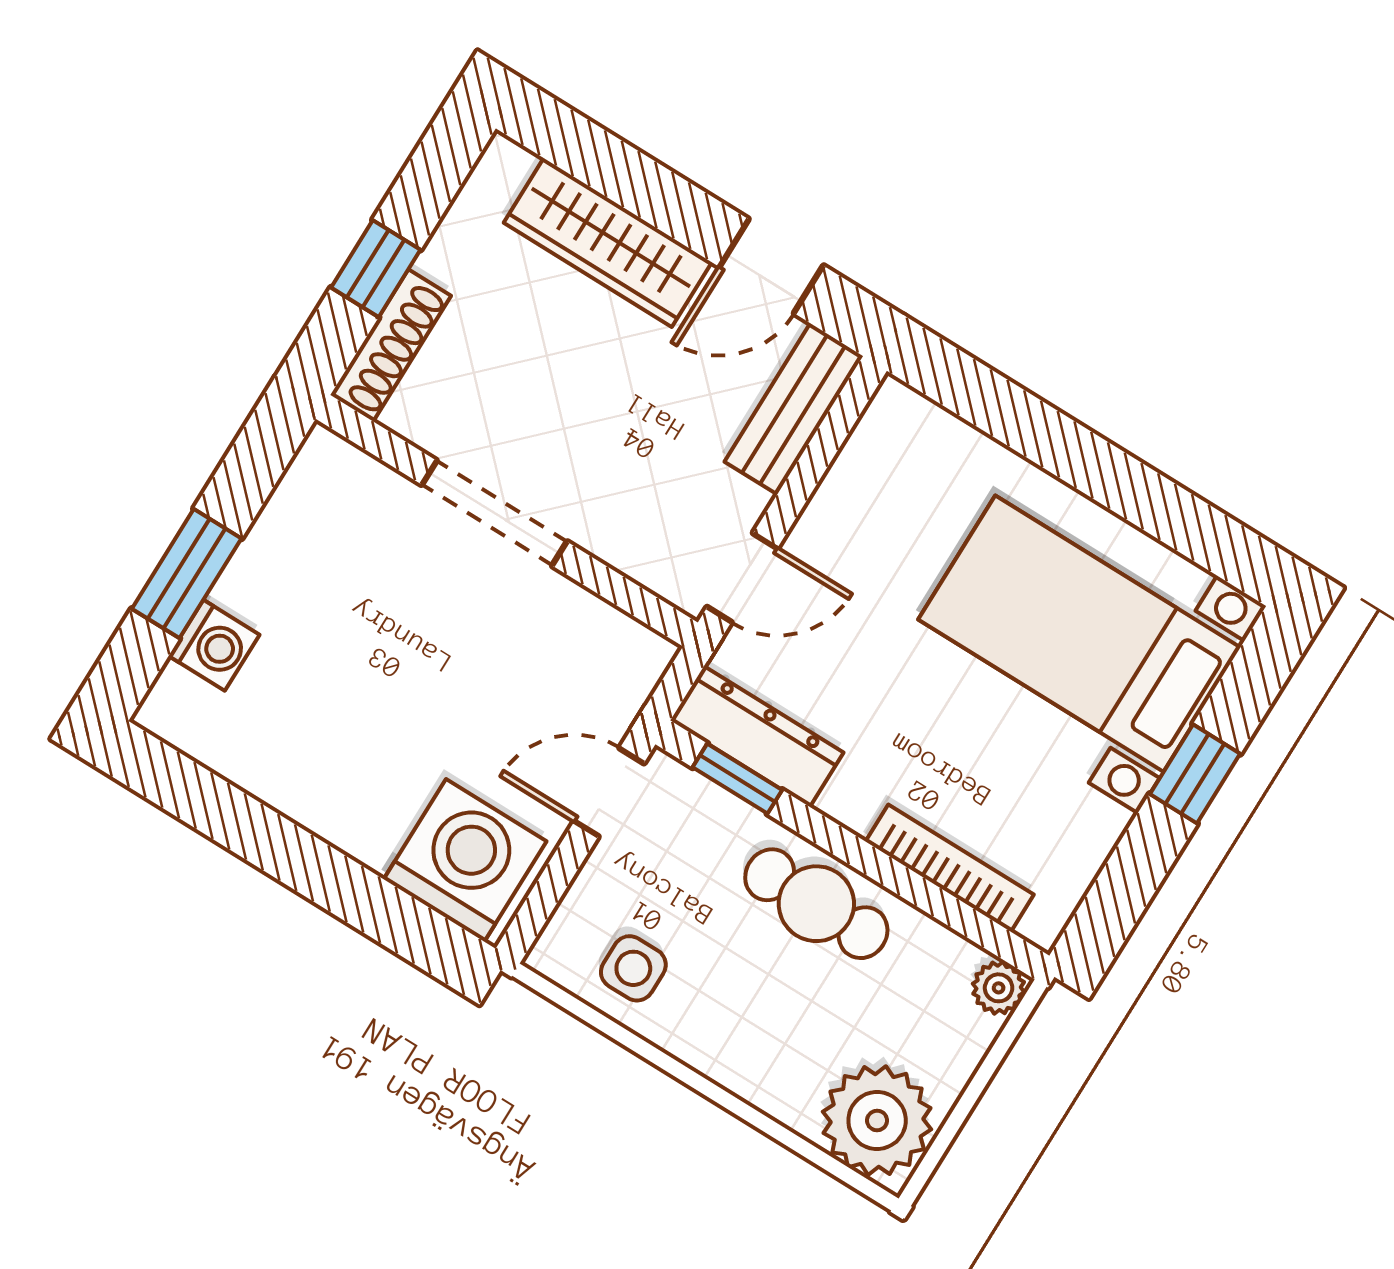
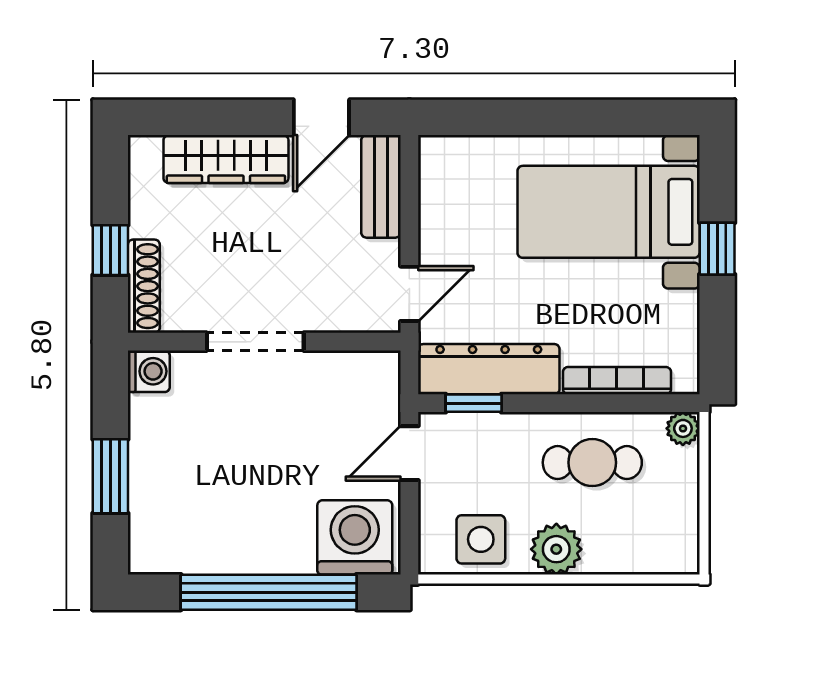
washing machine: (214, 645) -> (149, 371), moved
dresser: (757, 736) -> (489, 369), width x1.37, depth x1.24
window: (303, 862) -> (269, 592), added
cafe table: (816, 904) -> (592, 463), moved
side table: (633, 968) -> (481, 539), width x1.37, depth x1.37
plant: (877, 1120) -> (556, 549), moved, width x0.73, depth x0.73

